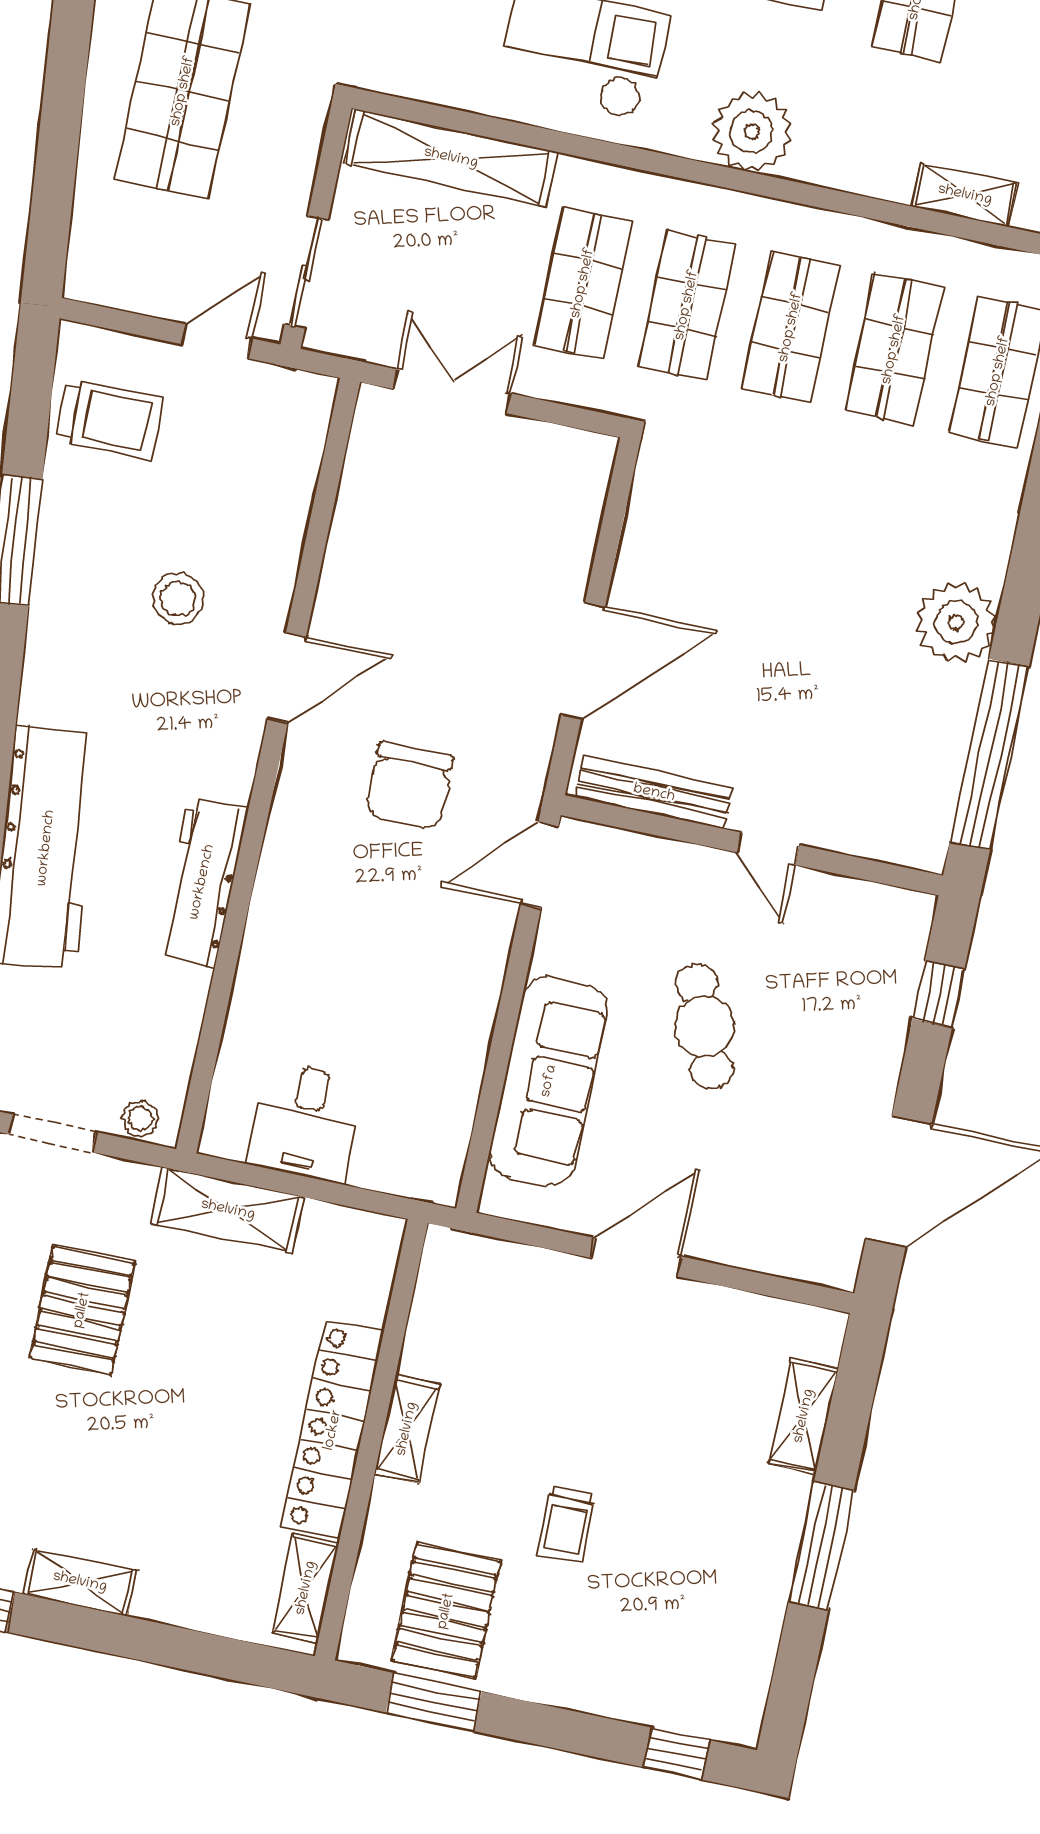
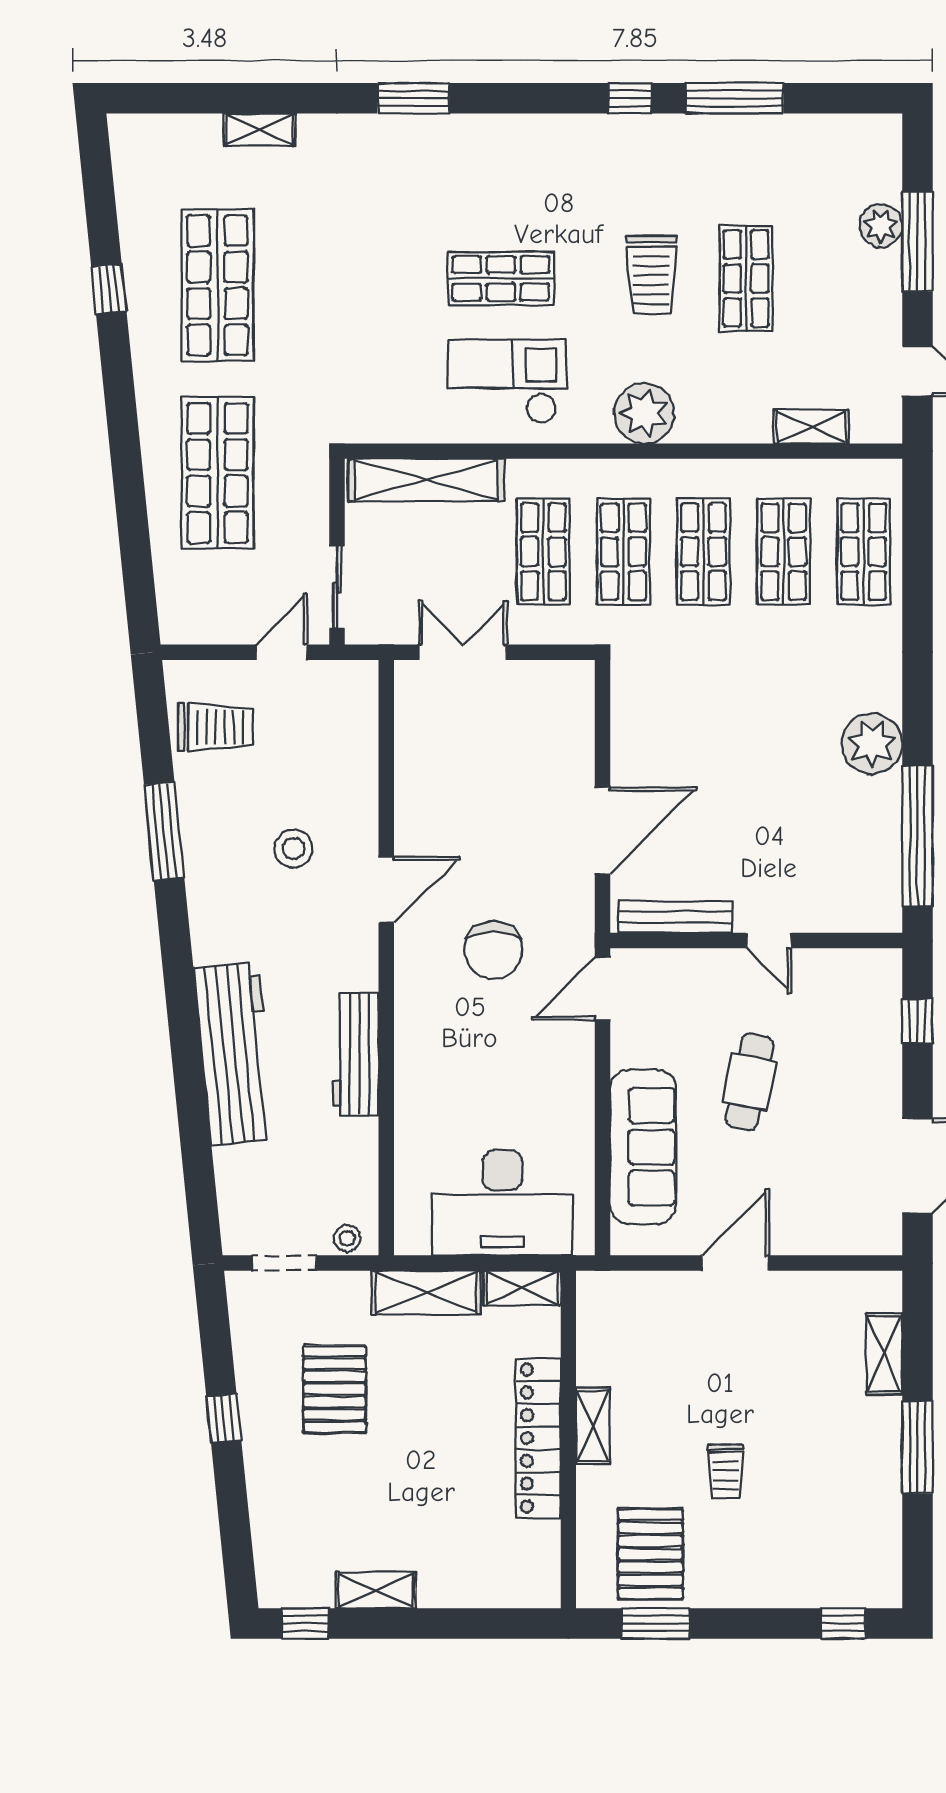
cafe table: (704, 1026) -> (749, 1082), turned 34
desk: (305, 1122) -> (502, 1203), width x1.87, depth x1.30
shelving: (306, 1588) -> (522, 1288), moved, turned 90

